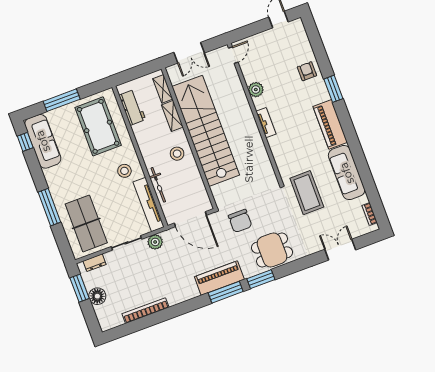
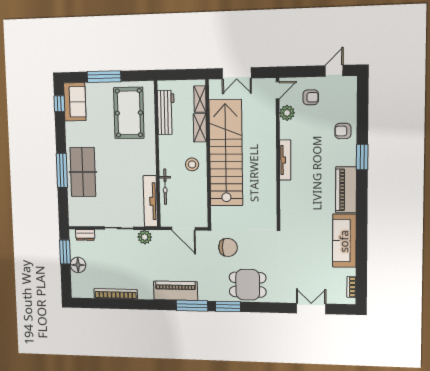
armchair: (266, 51) -> (311, 97), added
armchair: (307, 71) -> (343, 131), turned -90
plant: (256, 90) -> (287, 113), moved
workbench: (132, 107) -> (166, 112), width x1.38
tv unit: (266, 123) -> (285, 160), width x1.41
sofa: (43, 141) -> (75, 102), width x0.73
stool: (124, 171) -> (139, 163), removed
coffee table: (307, 193) -> (299, 245), removed
door: (190, 219) -> (183, 229), width x0.73
chair: (240, 221) -> (228, 247), turned -90
table tennis table: (86, 223) -> (83, 172), moved
piano: (219, 278) -> (176, 291), moved

